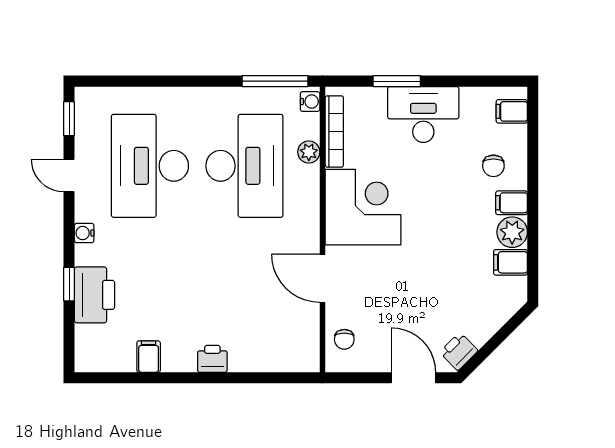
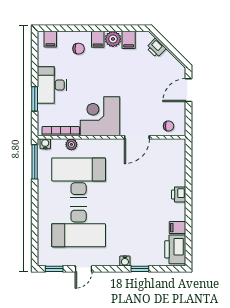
water cooler: (84, 233) -> (125, 261), moved
printer: (95, 295) -> (175, 249), moved, turned -90
printer: (459, 351) -> (156, 48), moved

